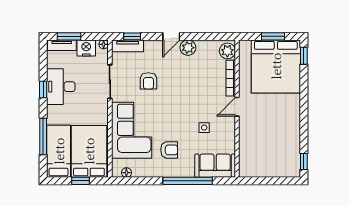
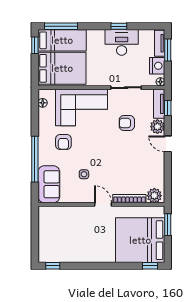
window: (273, 36) -> (168, 225), moved
plant: (188, 48) -> (157, 127), moved
window: (43, 137) -> (61, 26), moved
window: (80, 181) -> (35, 45), moved

